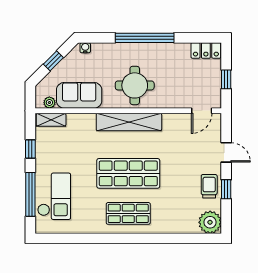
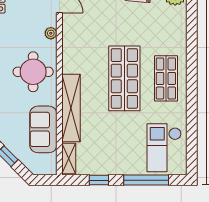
plant: (49, 103) -> (51, 33), moved
shelving: (129, 122) -> (71, 108), moved
checkout: (54, 196) -> (164, 148), moved, turned -90

